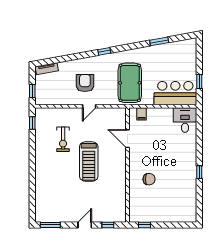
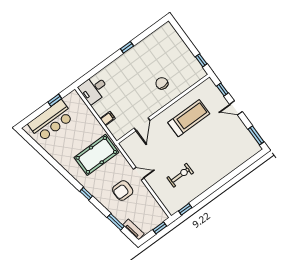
window: (159, 41) -> (116, 222), moved
bar counter: (175, 93) -> (51, 121), moved, turned -90
filing cabinet: (141, 114) -> (108, 118), moved
treadmill: (89, 162) -> (189, 118), moved

